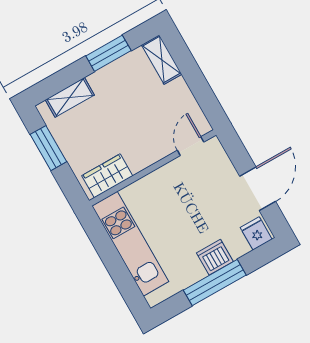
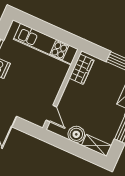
boiler: (178, 94) -> (76, 134), added

